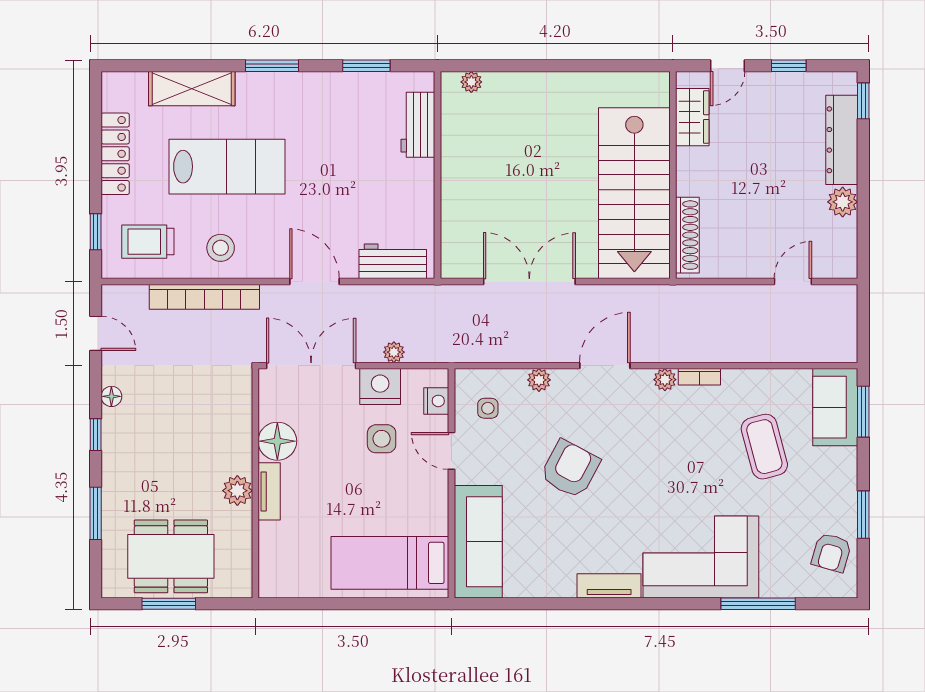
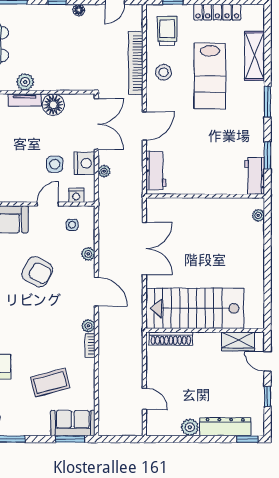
workbench: (418, 125) -> (255, 176), moved, turned -90

